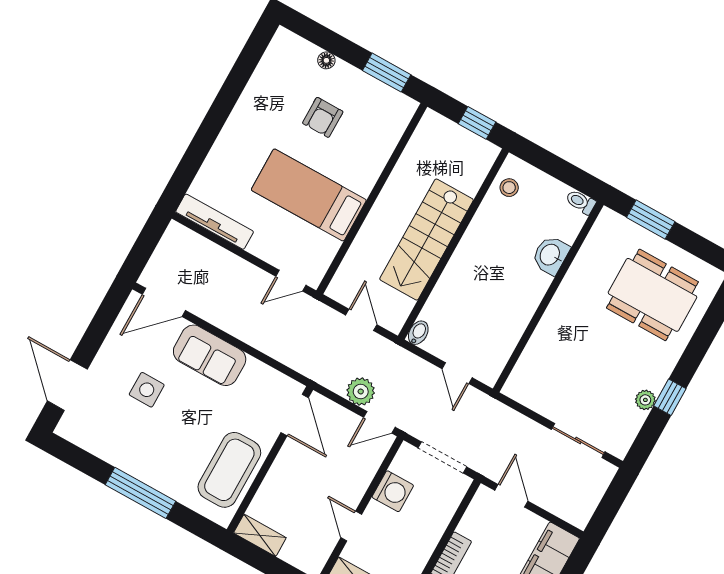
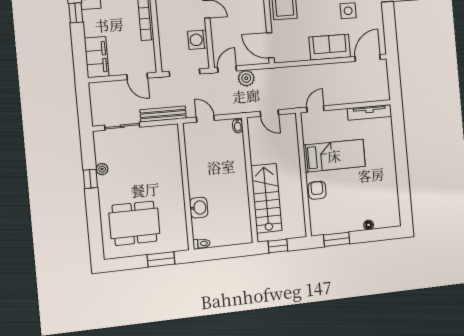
armchair: (323, 117) -> (317, 190), moved
stool: (509, 188) -> (241, 226), removed
stairs: (427, 240) -> (266, 198), moved
bench: (511, 420) -> (163, 114), added

